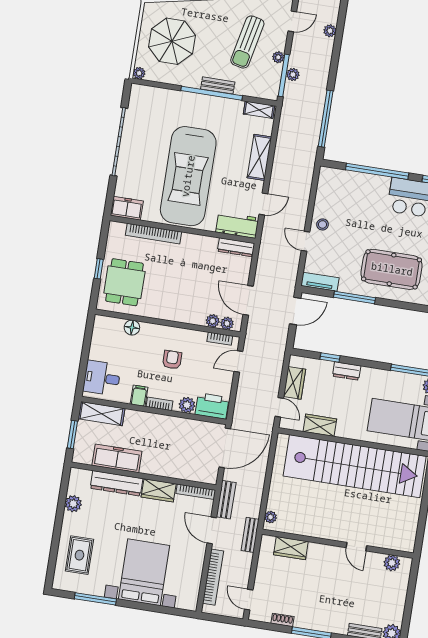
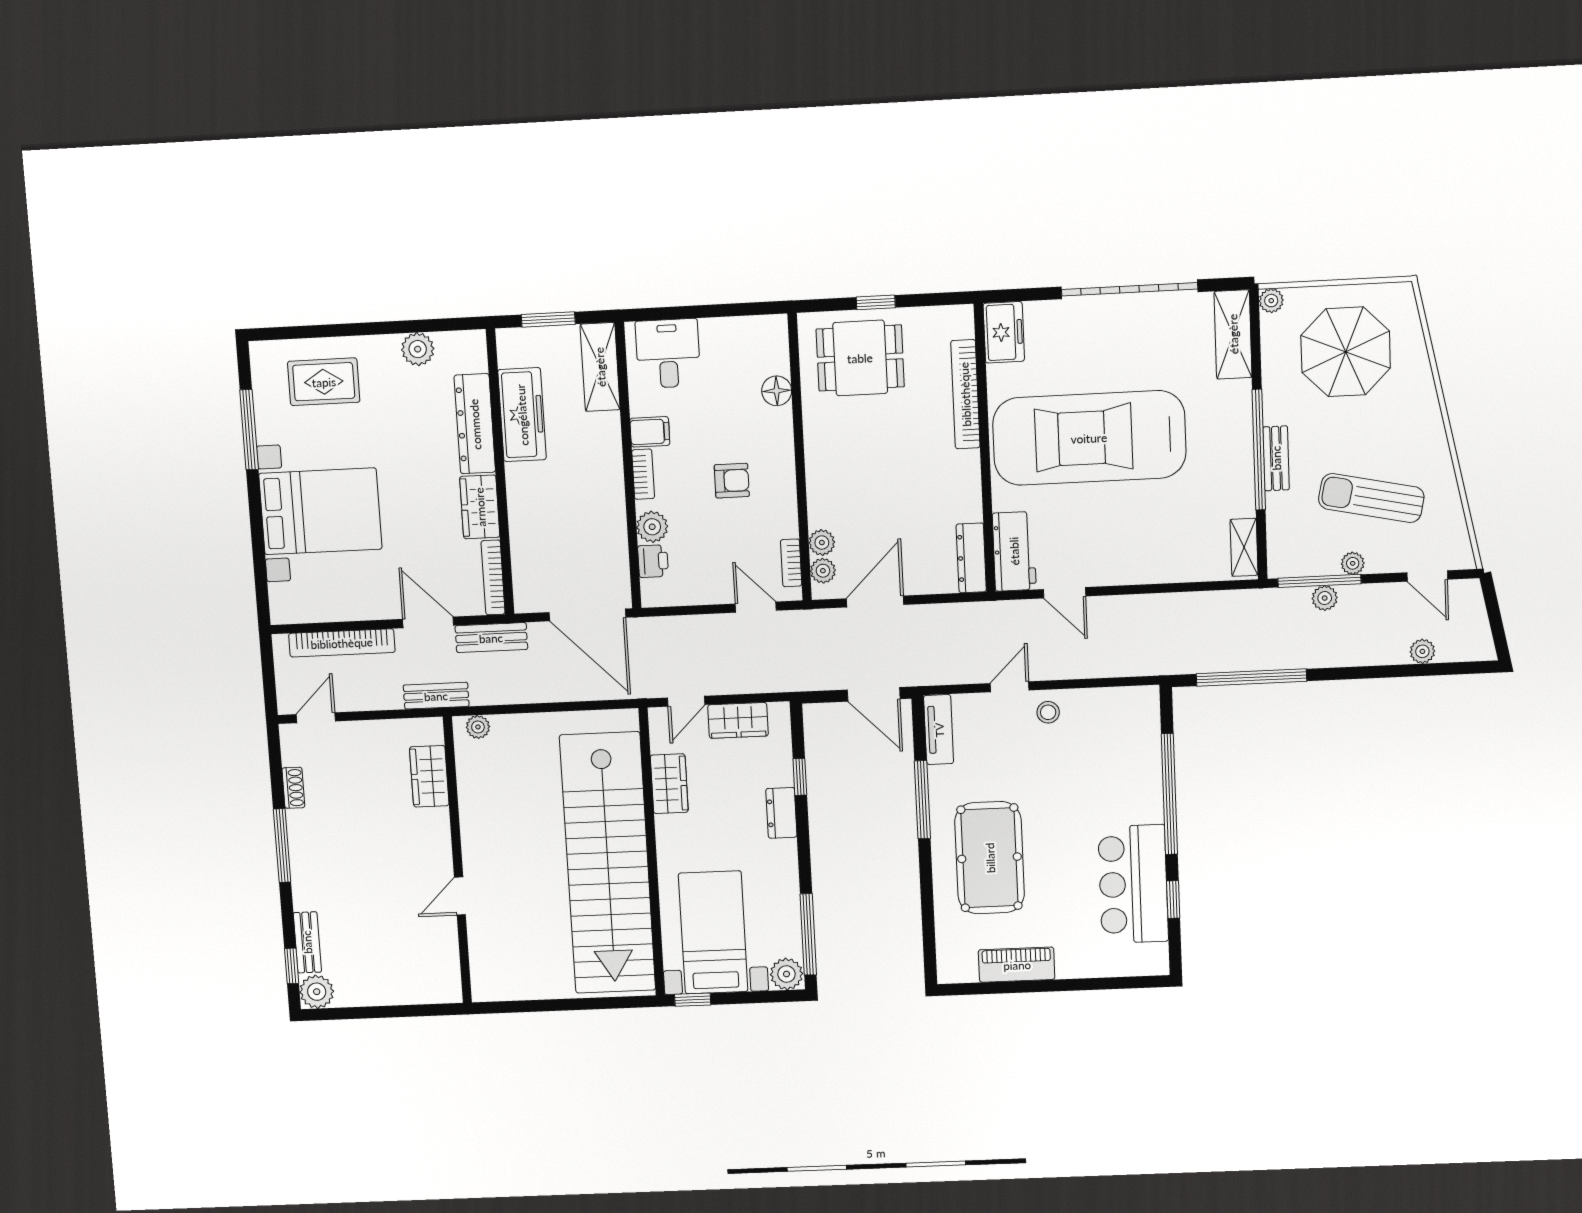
shelving: (259, 157) -> (1233, 334), moved, turned 90
printer: (212, 406) -> (653, 561), width x0.53, depth x0.68
door: (212, 530) -> (428, 622), hinge flipped
plant: (392, 563) -> (445, 967), removed

